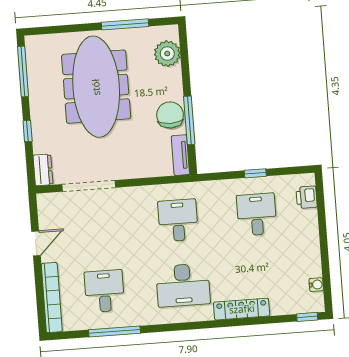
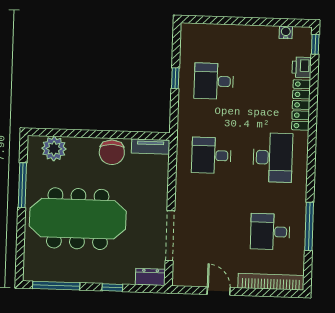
chair: (170, 115) -> (112, 152), turned -90
window: (189, 120) -> (119, 135), removed
printer: (307, 197) -> (302, 67), moved, turned 90

